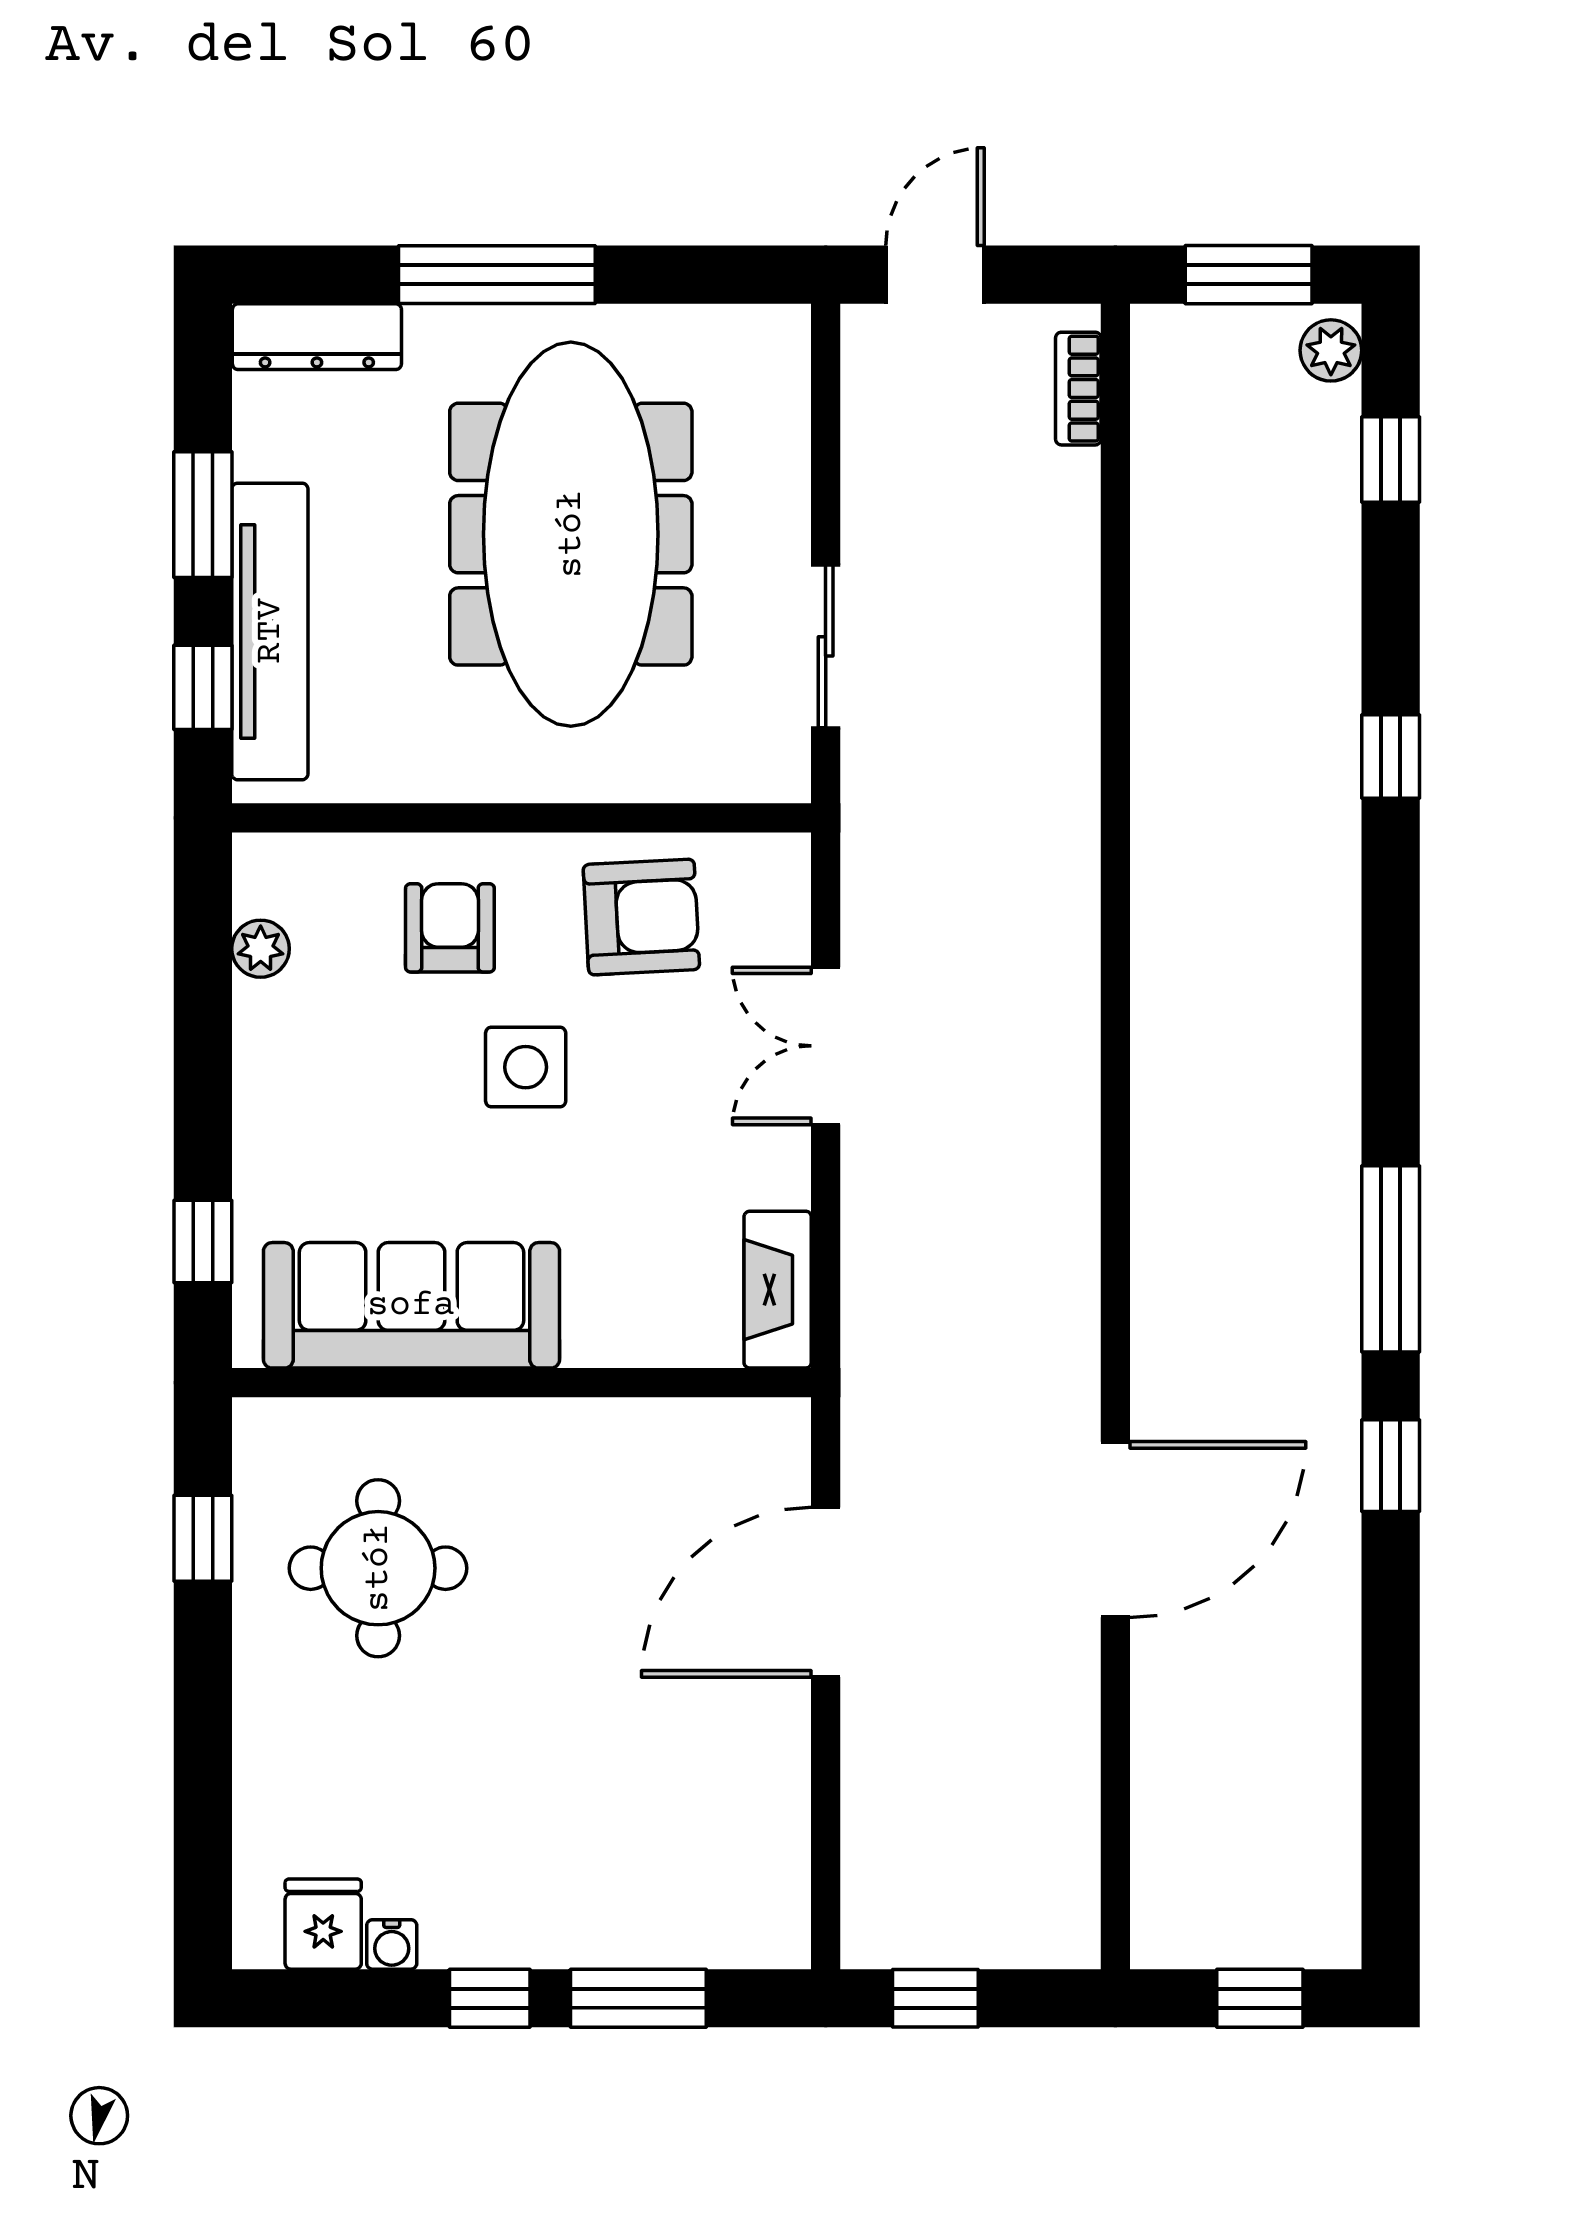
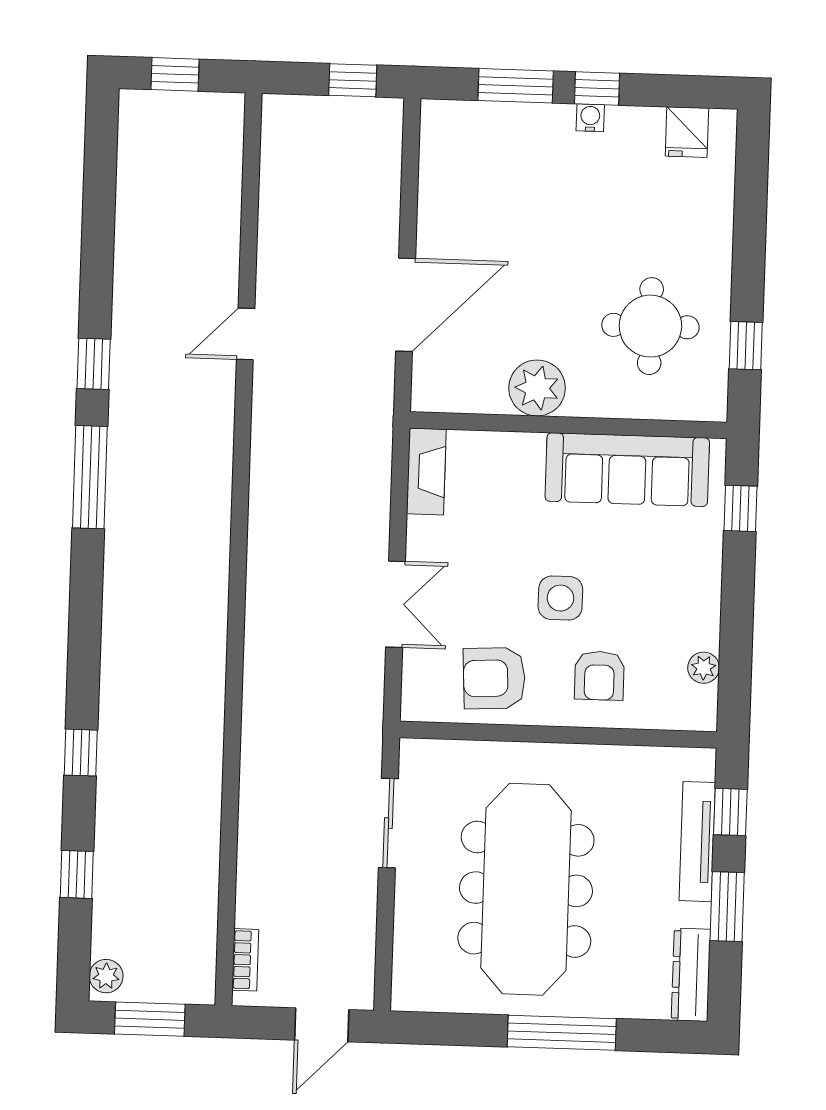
dresser: (317, 337) -> (691, 975), moved, turned -90
window: (1391, 459) -> (77, 874), moved
tv unit: (270, 631) -> (697, 842), width x0.73, depth x0.78
plant: (581, 1449) -> (537, 388), added
door: (1115, 1530) -> (246, 334), width x0.53
water cooler: (392, 1944) -> (590, 118), moved

